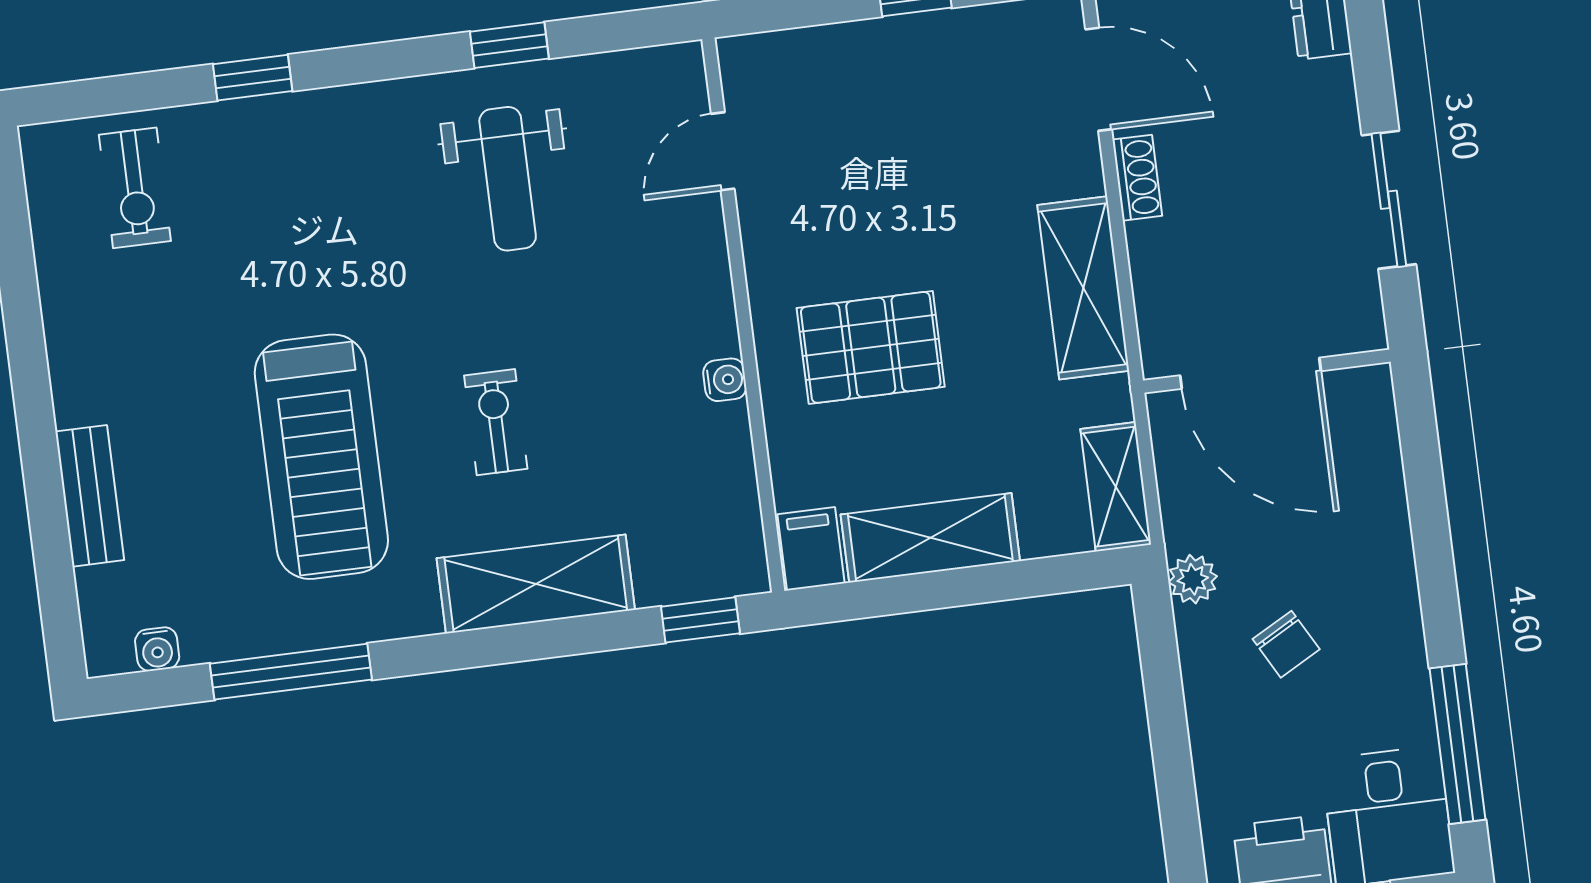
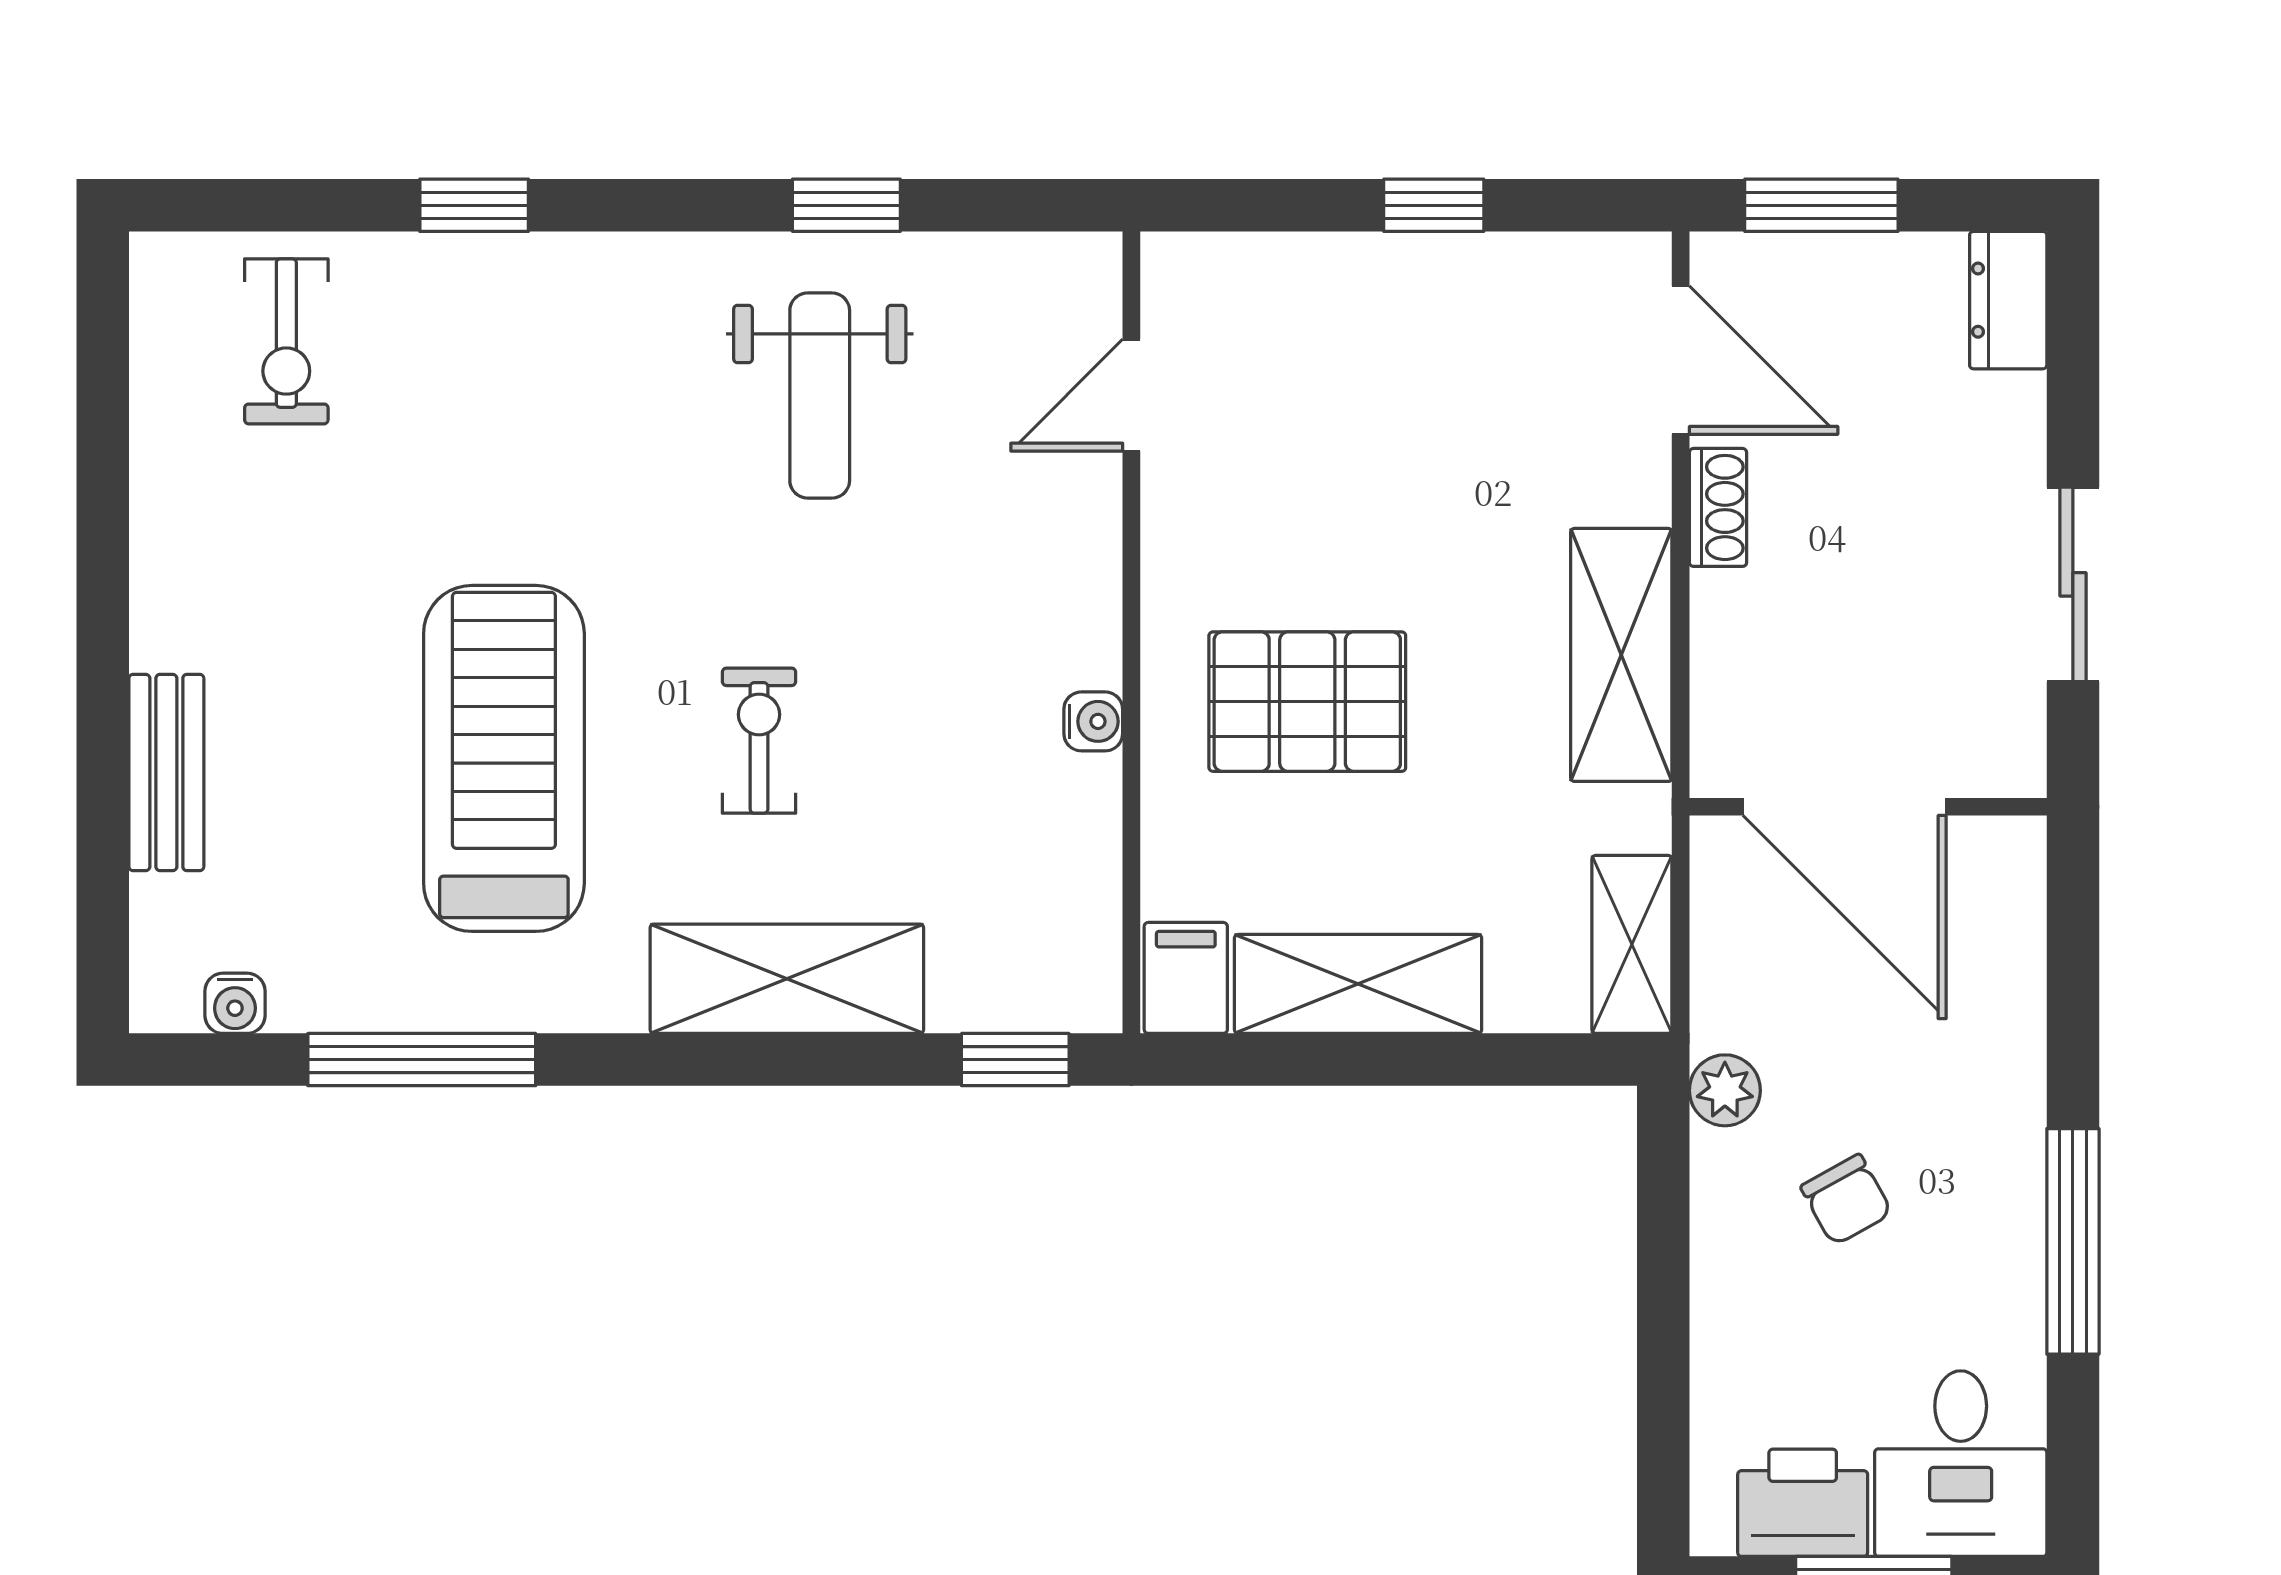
treadmill: (321, 457) -> (504, 758), turned 180
window: (1458, 744) -> (2073, 1241), moved

